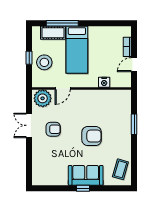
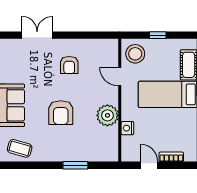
stool: (44, 62) -> (135, 54), moved
plant: (43, 98) -> (107, 115), moved
double door: (29, 125) -> (37, 35), moved

